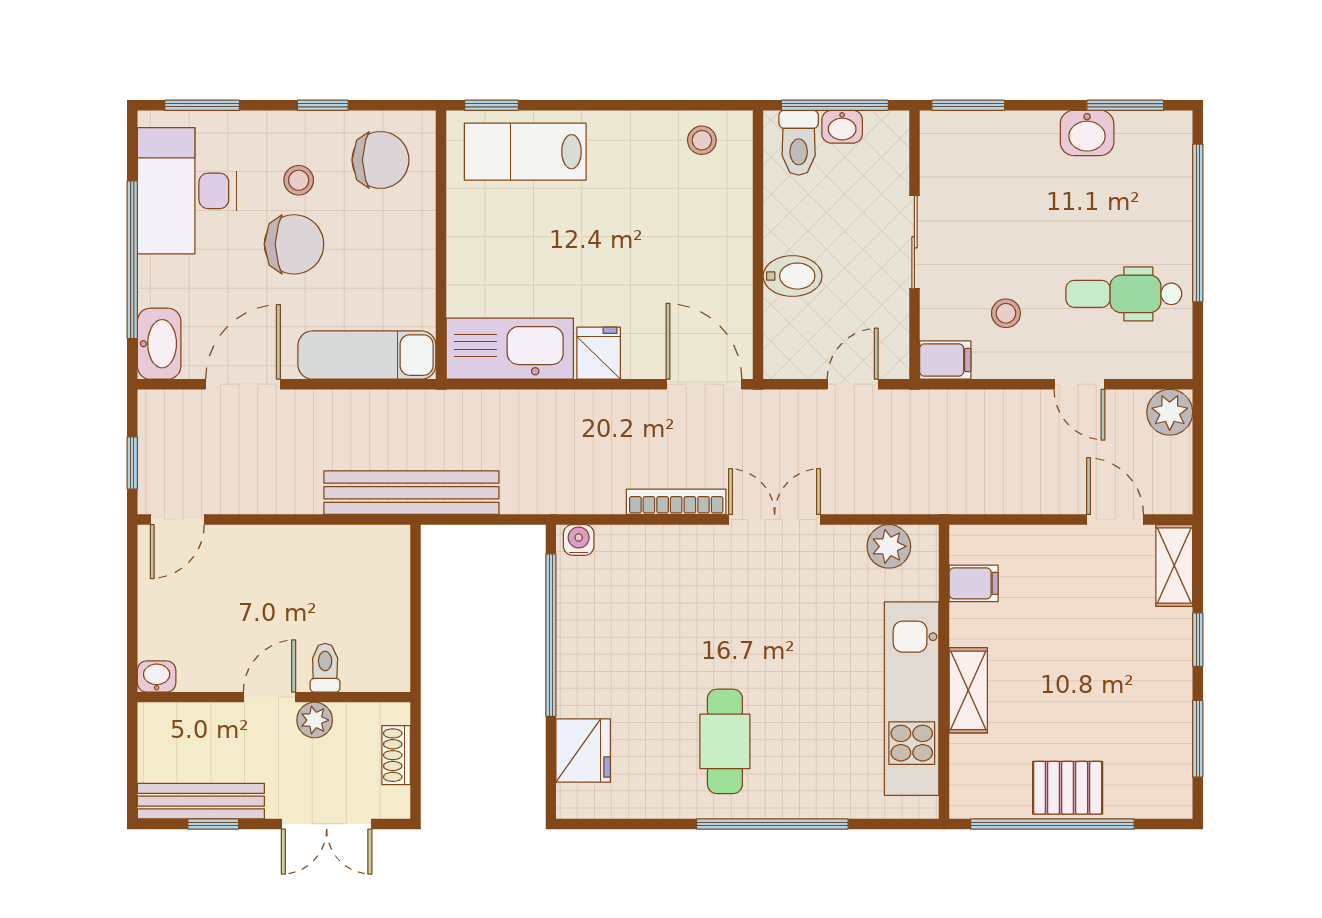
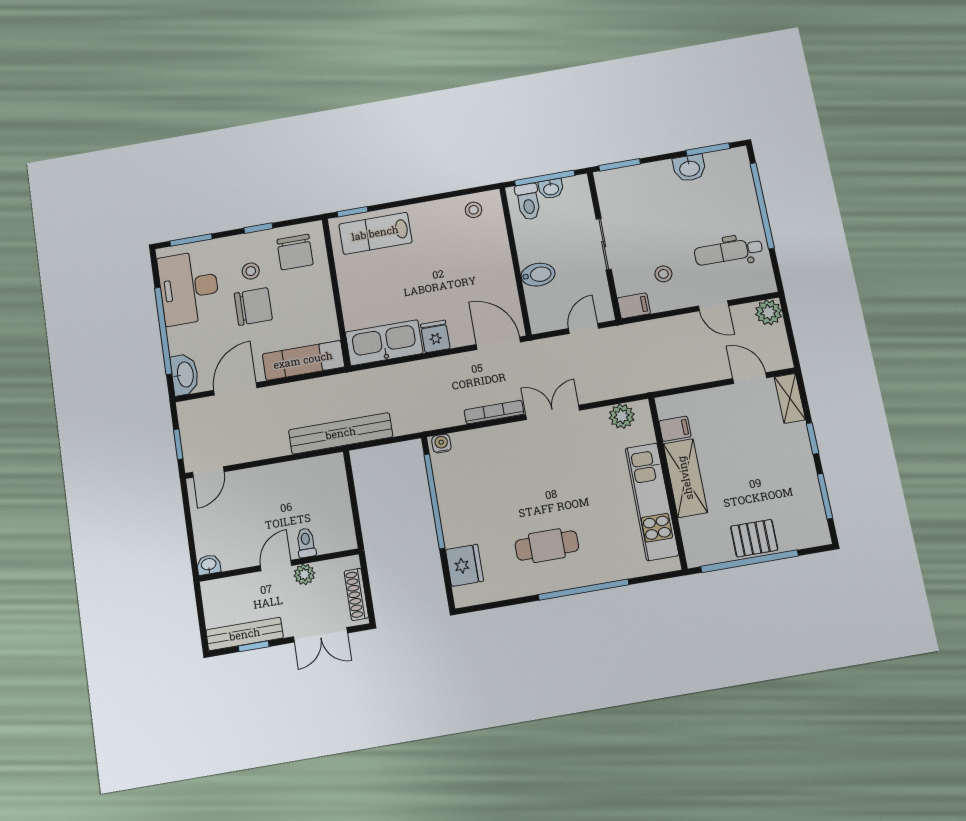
chair: (380, 160) -> (295, 252), turned 90
shelving: (968, 690) -> (685, 478), width x1.50, depth x1.33
cafe table: (725, 741) -> (547, 546), turned 90
shoe rack: (396, 755) -> (356, 594), width x1.43

